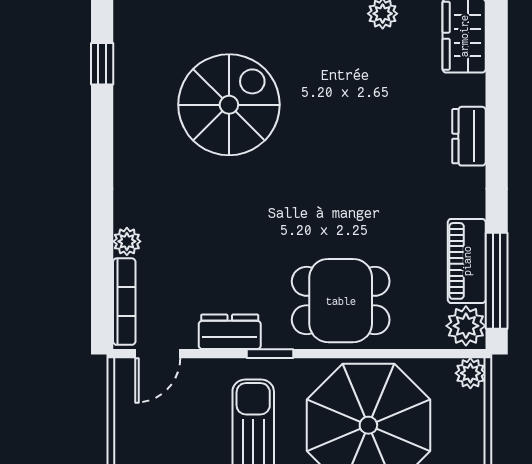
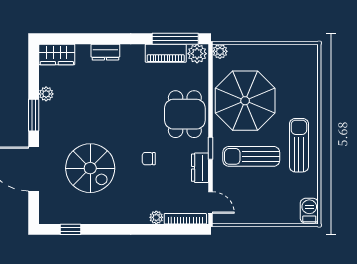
spiral stairs: (229, 105) -> (90, 168), turned 180
chair: (249, 226) -> (149, 159), added

